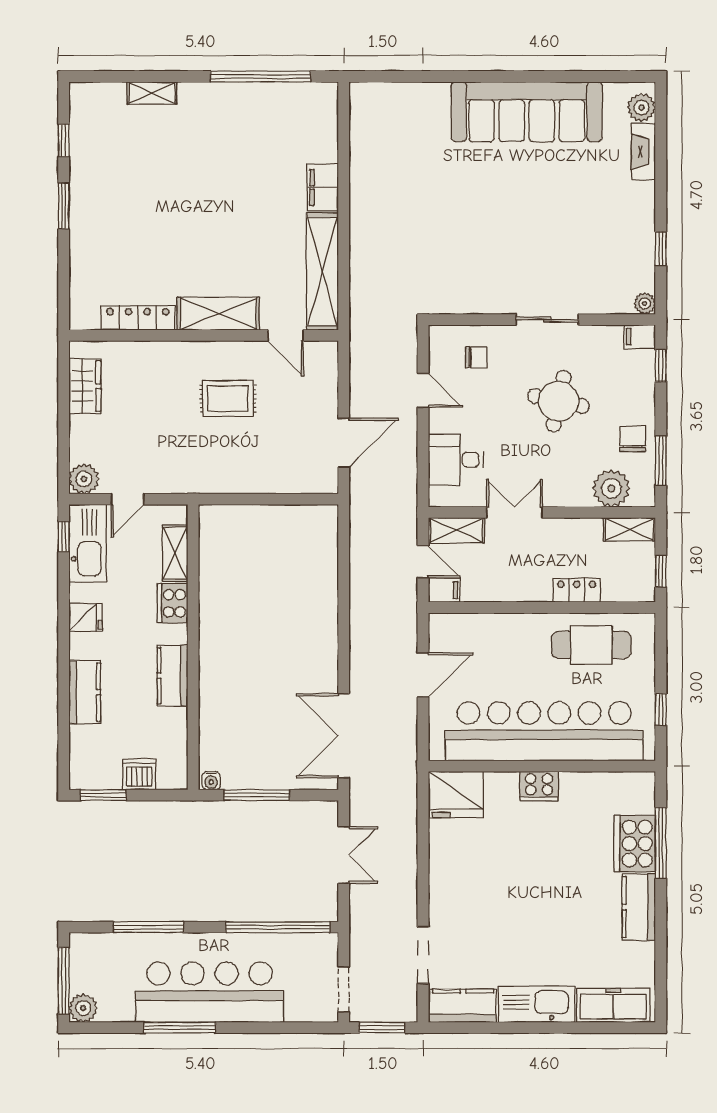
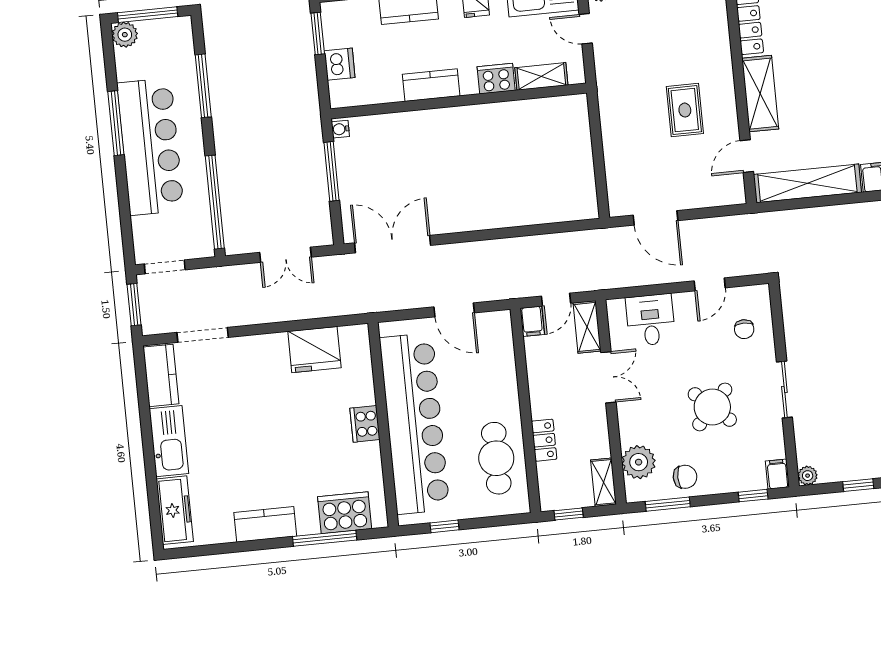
round table: (559, 401) -> (712, 407), turned 30
fridge: (456, 795) -> (314, 350), moved, turned -90
cooker: (635, 844) -> (345, 513), moved

